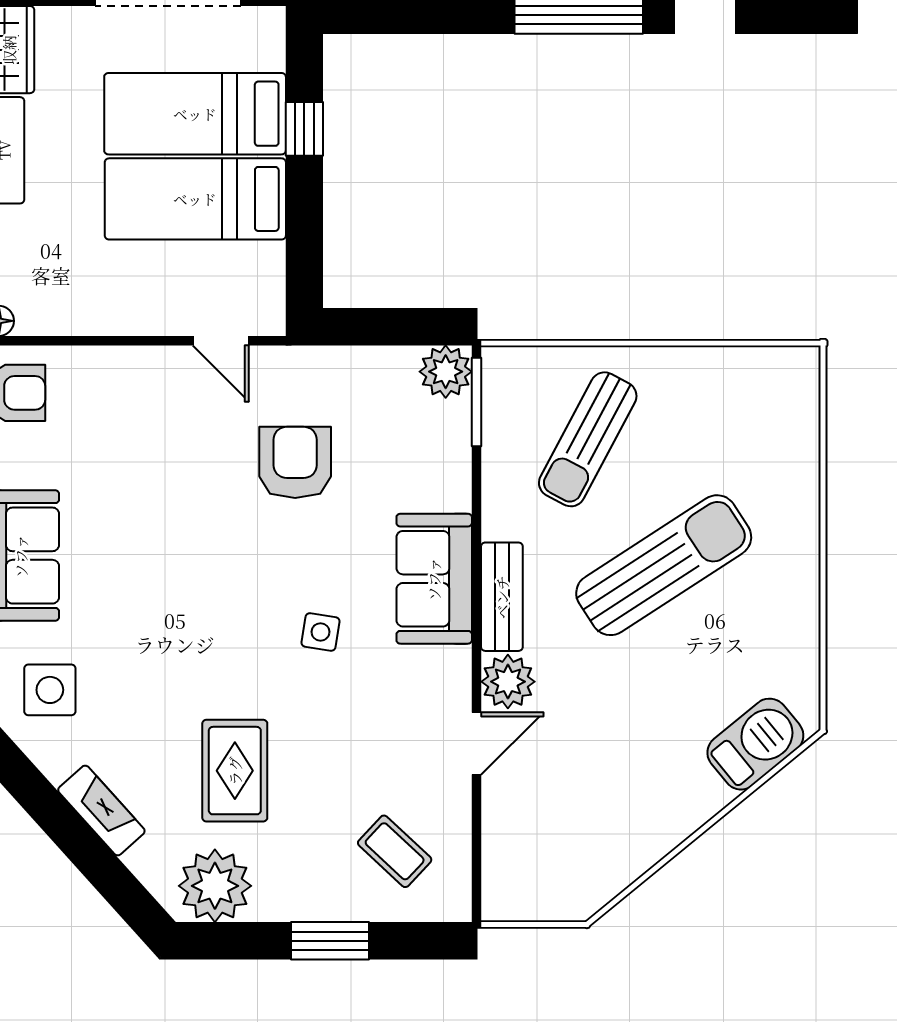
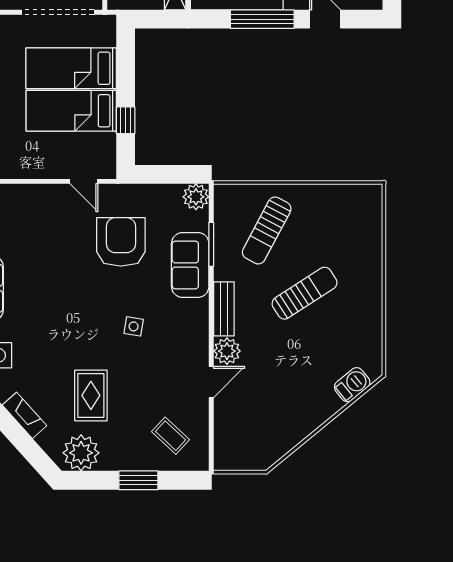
window: (304, 129) -> (126, 120), moved
window: (476, 402) -> (211, 244), moved
armchair: (295, 462) -> (121, 242), width x1.36, depth x1.36
sun lounger: (664, 565) -> (305, 293), width x0.73, depth x0.75
sofa: (434, 579) -> (190, 265), moved
barbecue: (755, 744) -> (352, 385), width x0.73, depth x0.79

